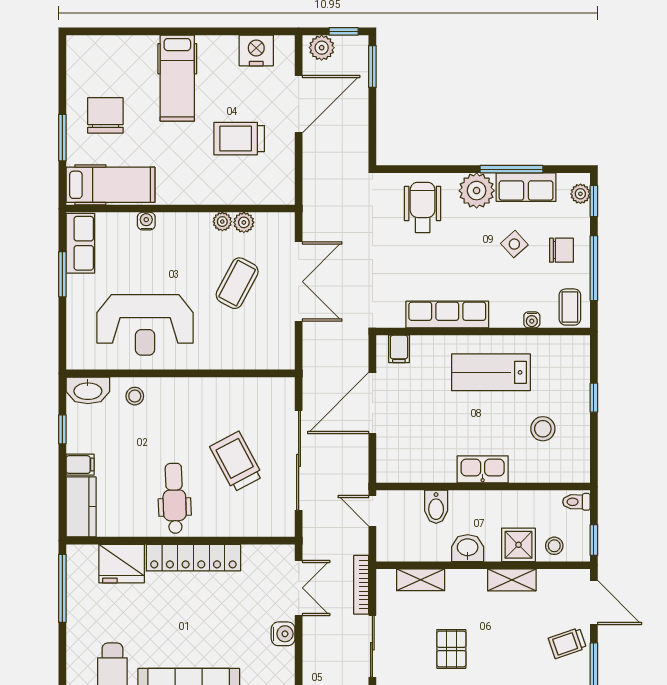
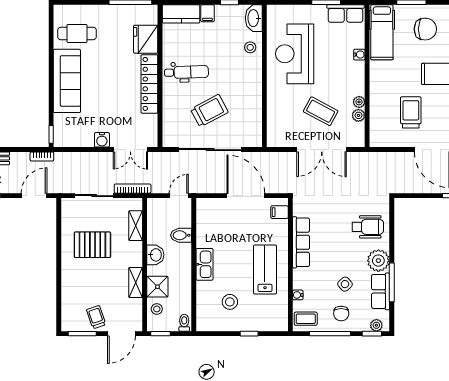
pallet: (451, 649) -> (92, 245), width x1.50, depth x1.42

